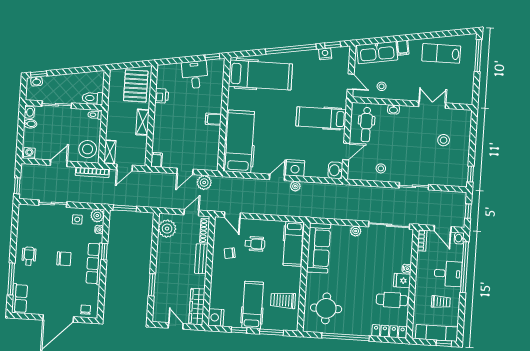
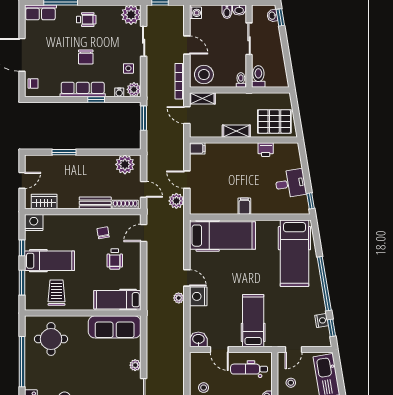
plant: (27, 214) -> (131, 15), added
wardrobe: (197, 307) -> (44, 202), width x0.67

